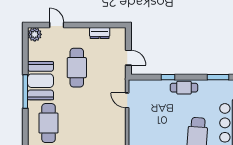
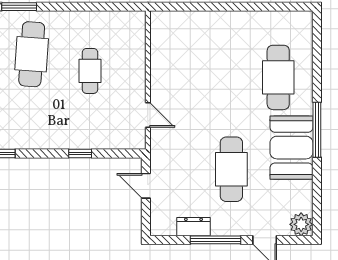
window: (86, 25) -> (215, 240), added
cafe table: (184, 88) -> (90, 71), moved, turned 90

